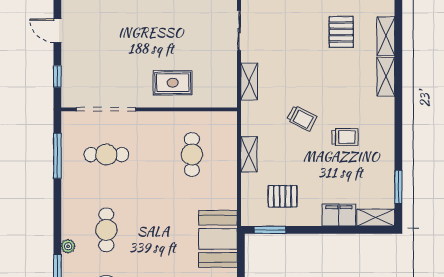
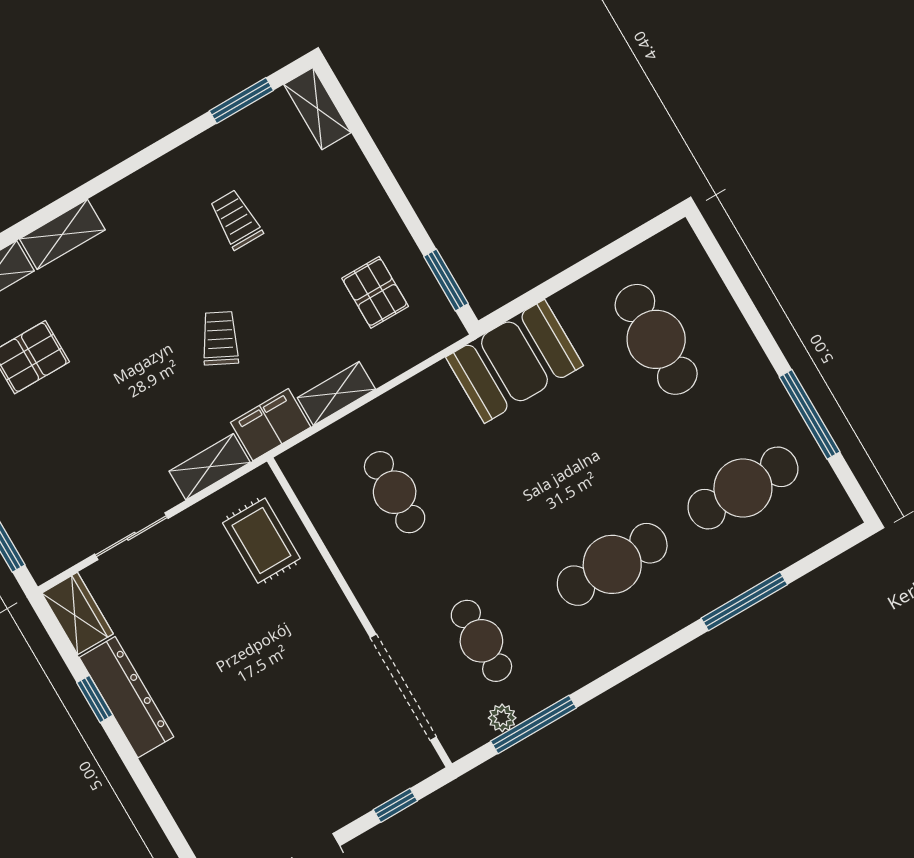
rug: (173, 83) -> (261, 541), moved
trolley: (345, 137) -> (236, 220), moved
cafe table: (192, 155) -> (395, 492), turned 90
filing cabinet: (339, 215) -> (271, 425), moved, turned 90
cafe table: (106, 230) -> (612, 564), width x1.37, depth x1.35
plant: (68, 246) -> (502, 718), moved

